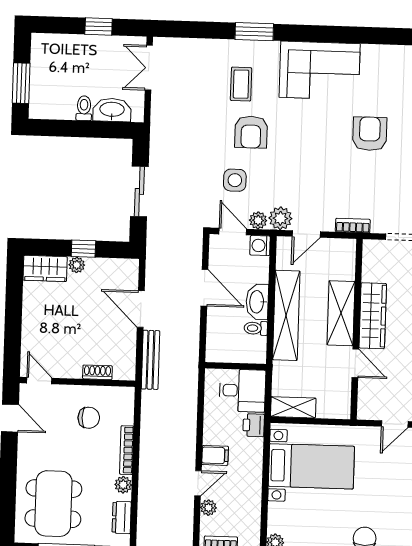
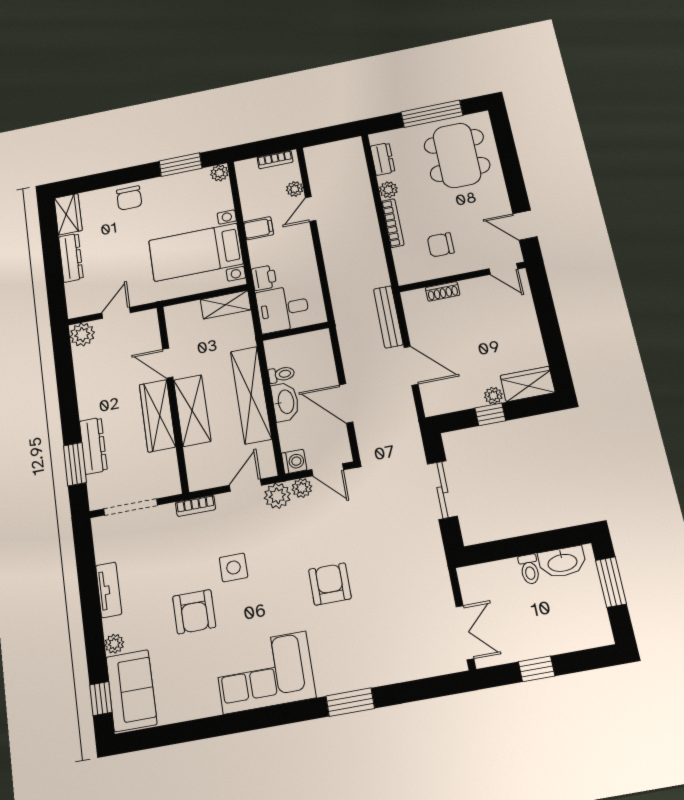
coffee table: (241, 84) -> (353, 637), removed
washbasin: (112, 110) -> (562, 562), moved
side table: (235, 180) -> (234, 567), moved
filing cabinet: (215, 455) -> (259, 228), moved, turned 180

